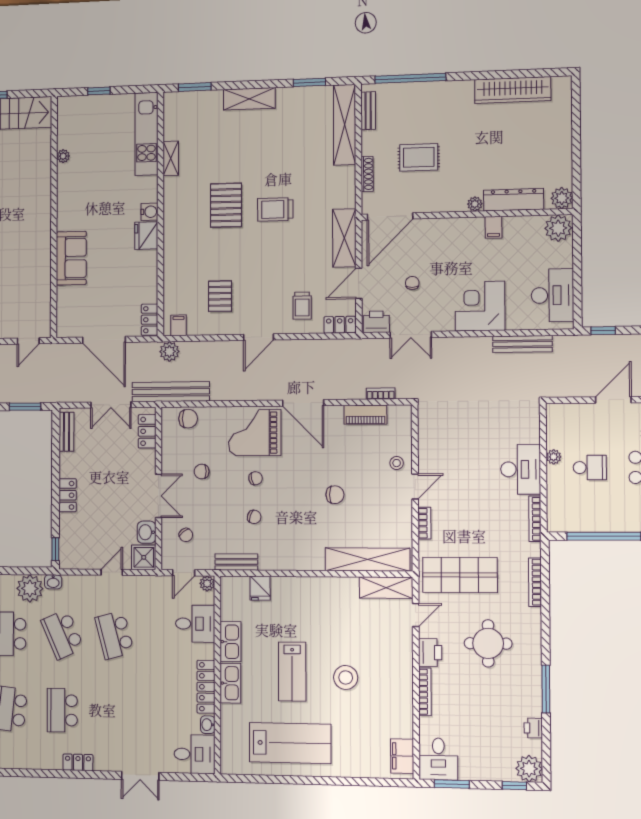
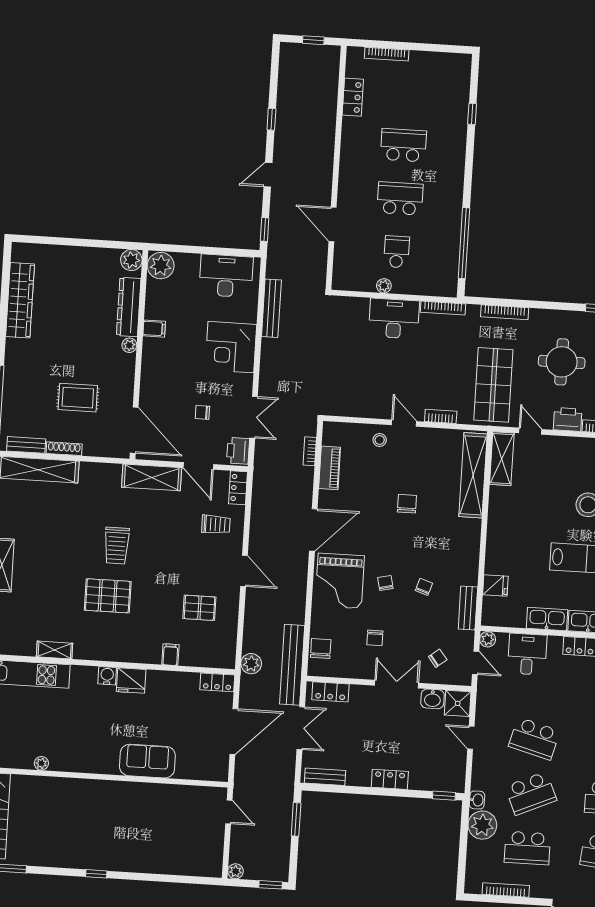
rug: (419, 157) -> (78, 398), turned 90
shoe rack: (367, 174) -> (64, 449), moved
filing cabinet: (178, 325) -> (170, 655), moved, turned 90
school desk: (115, 635) -> (534, 739), turned 30

